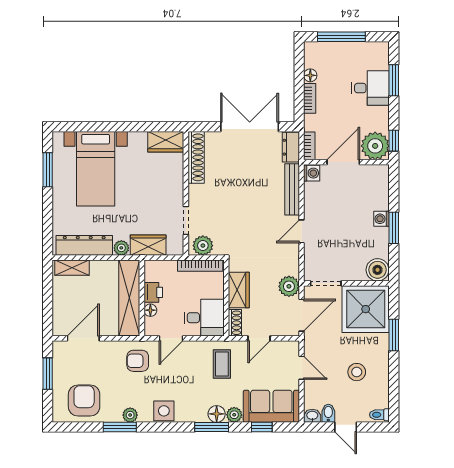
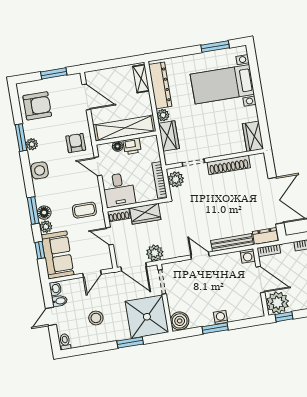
shoe rack: (196, 157) -> (229, 165), moved

